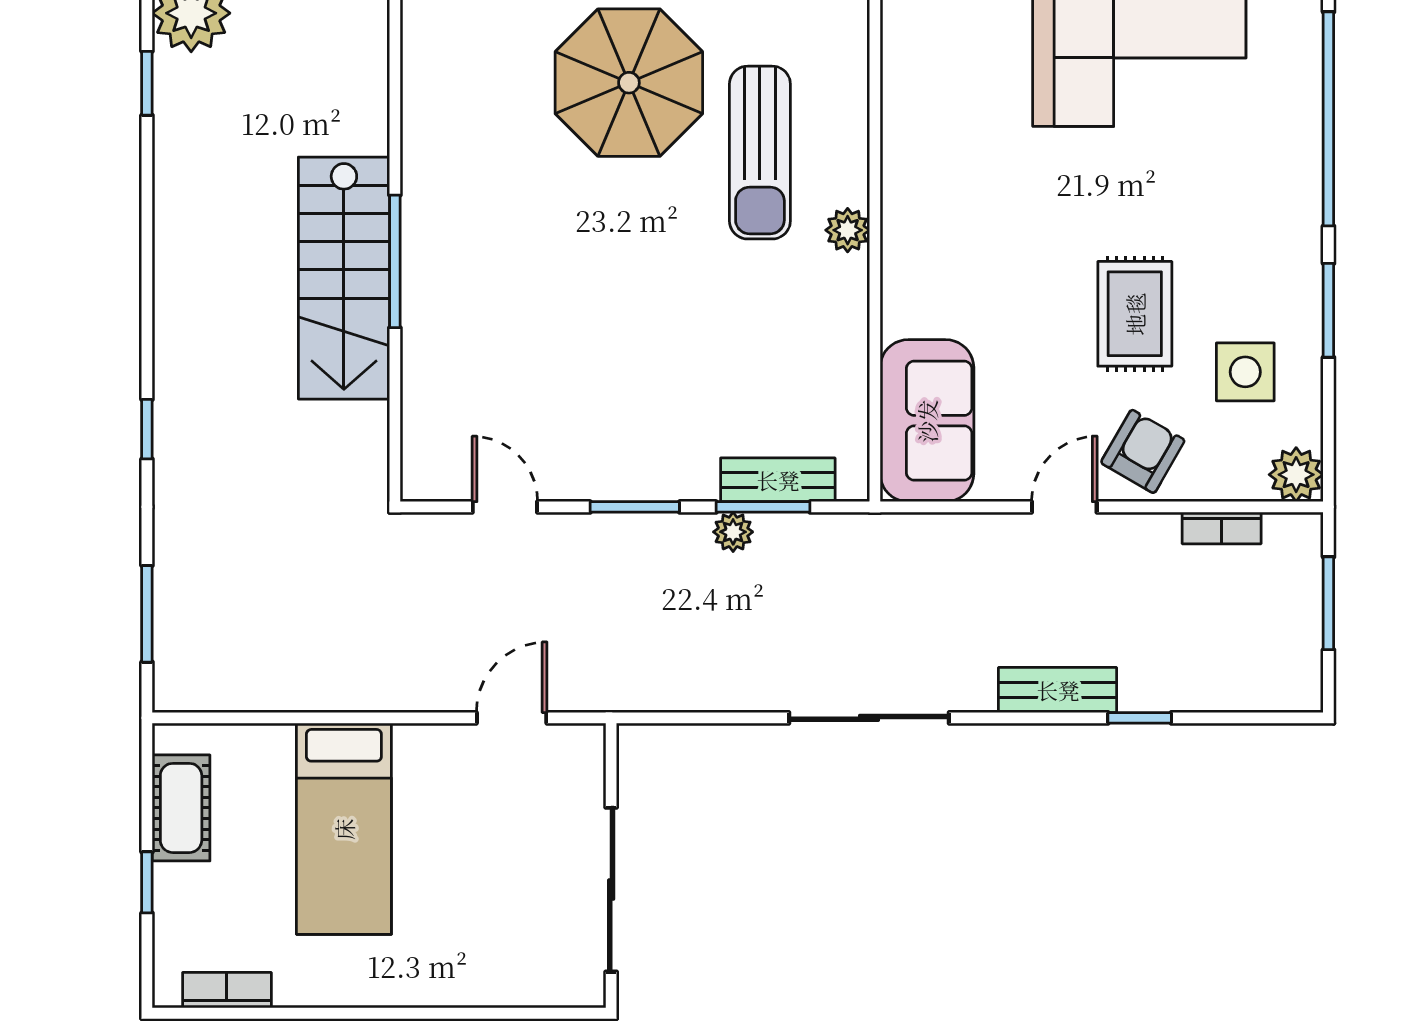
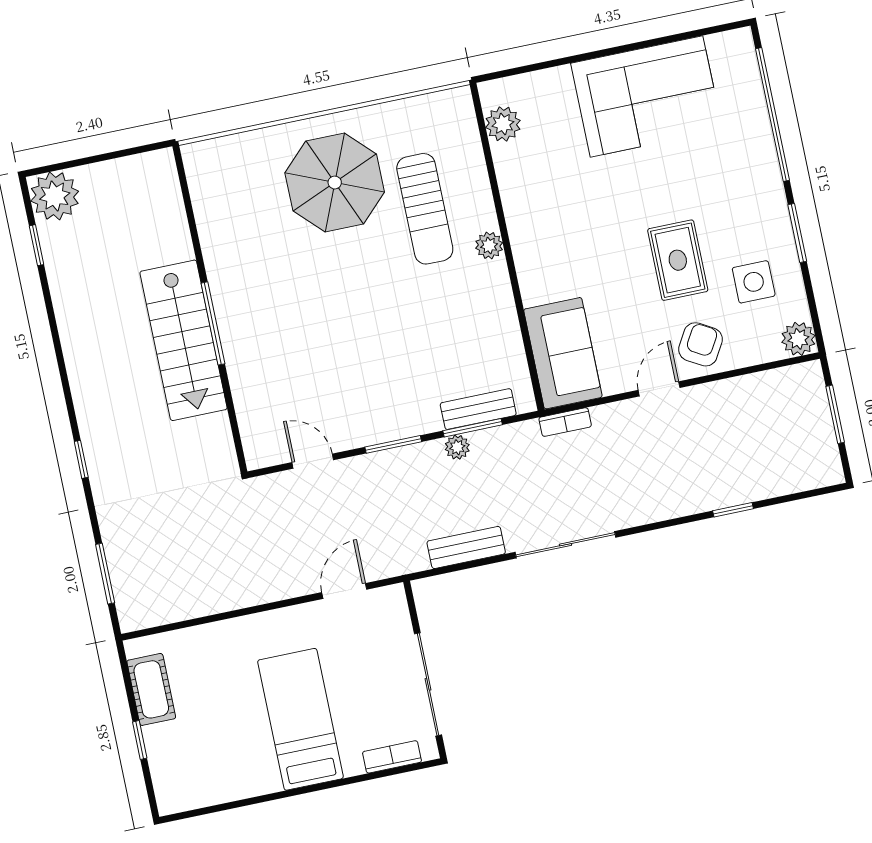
plant: (908, 46) -> (503, 124), added
bookcase: (1222, 528) -> (565, 422), moved
bench: (1058, 690) -> (466, 547), moved
bed: (344, 829) -> (300, 719), moved, turned 180
bookcase: (227, 990) -> (392, 757), moved

